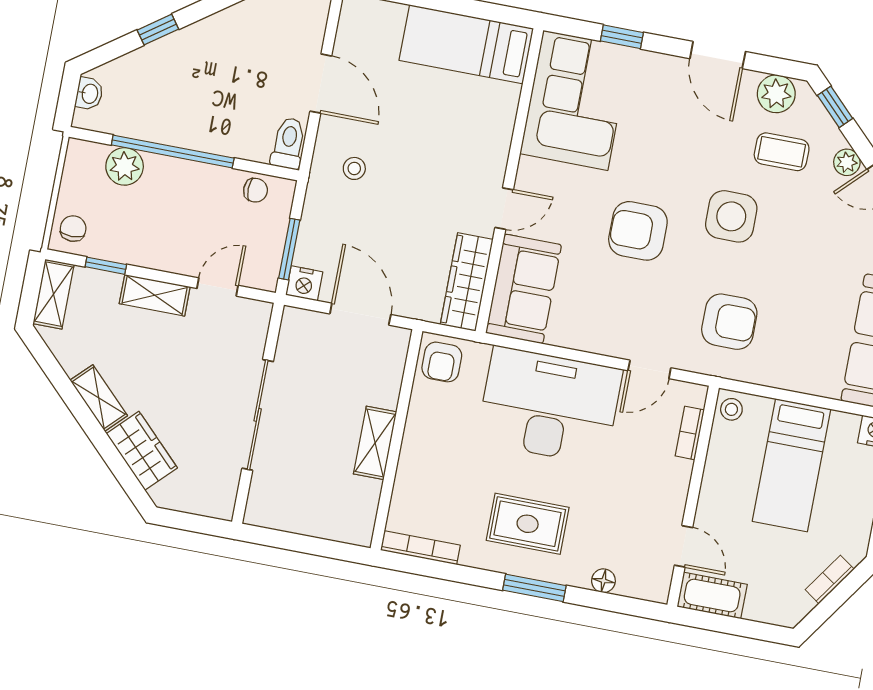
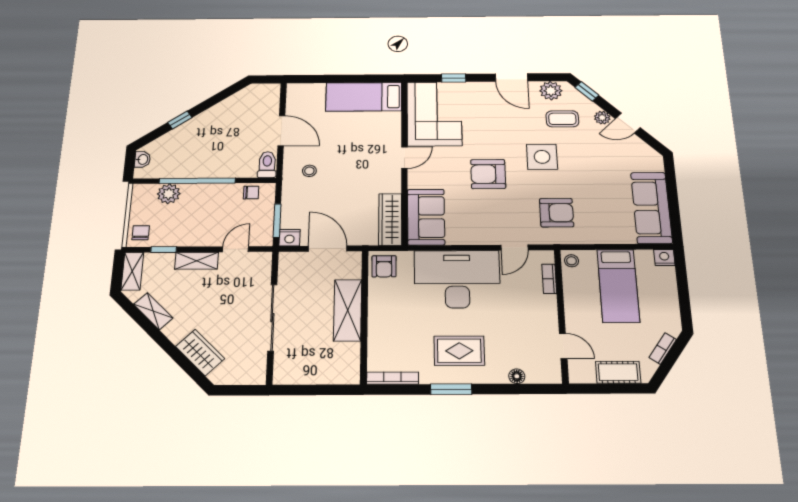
door: (504, 209) -> (404, 158), moved
shelving: (99, 398) -> (153, 311), moved
shelving: (375, 443) -> (348, 310), width x1.50, depth x1.33
window: (534, 588) -> (451, 389), moved
cot: (712, 596) -> (618, 372), moved

